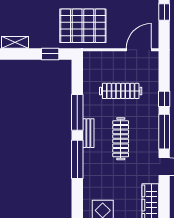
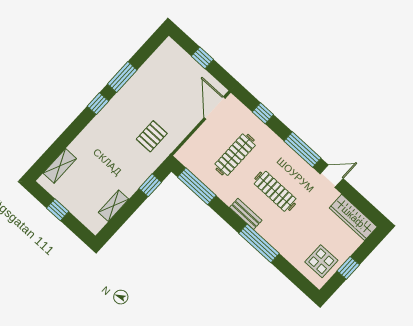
pallet: (83, 26) -> (152, 136), width x0.49, depth x0.50
window: (164, 99) -> (263, 113), moved
window: (77, 112) -> (197, 186), moved

